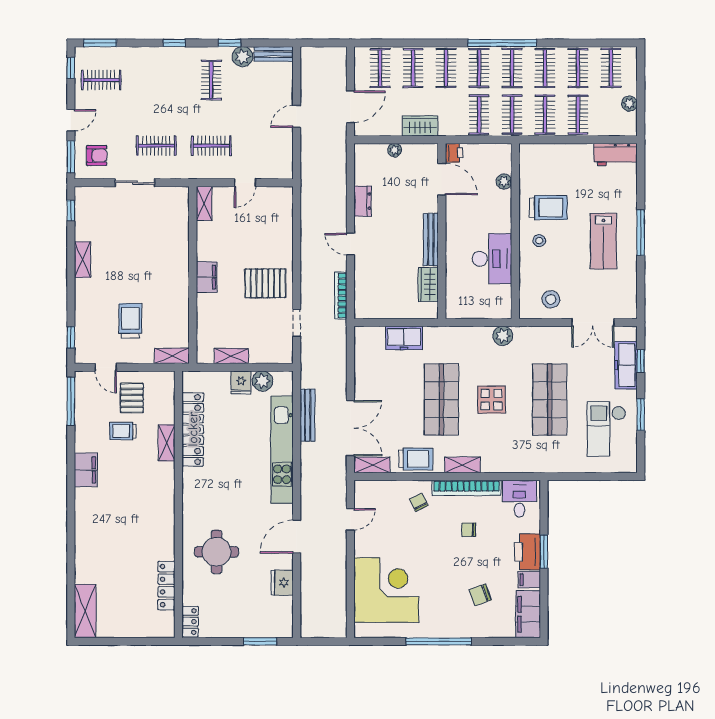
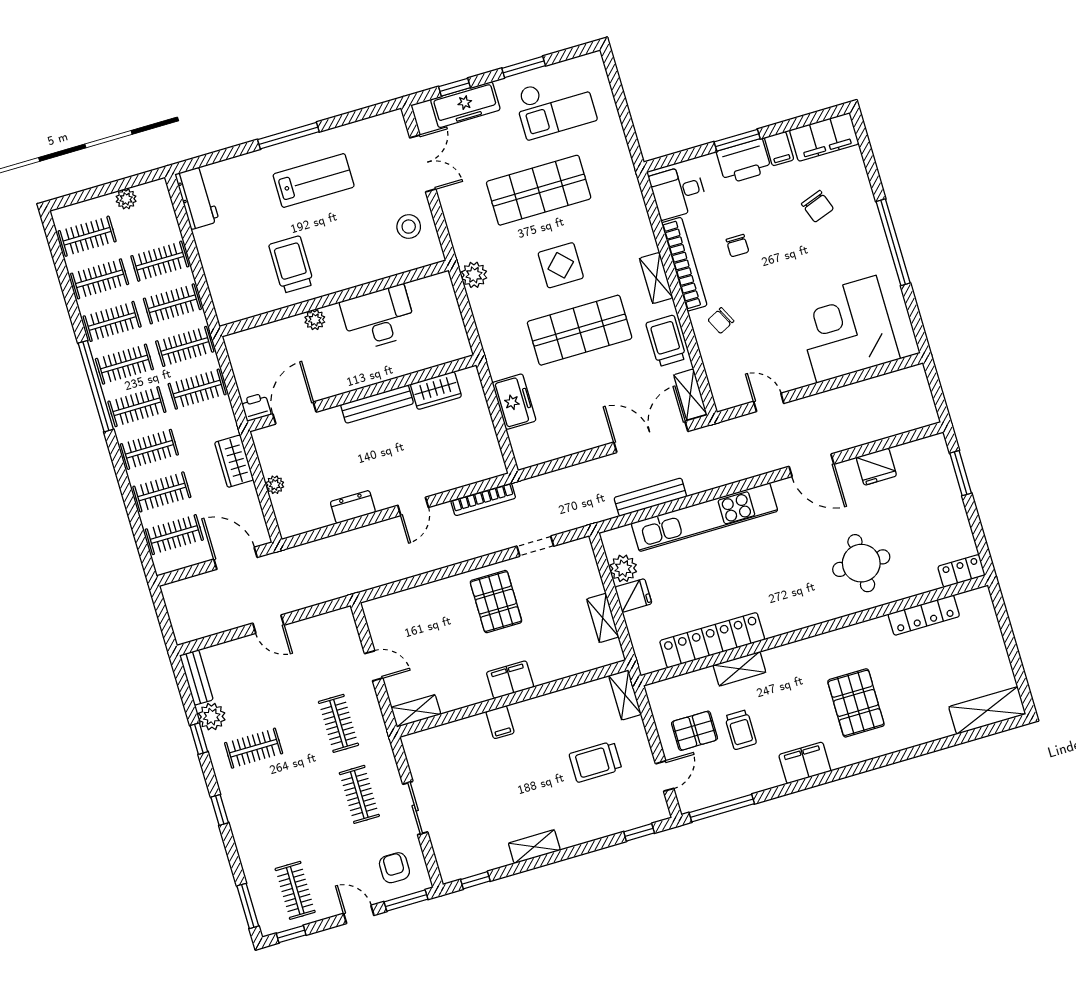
plant: (504, 182) -> (315, 320), moved
stool: (539, 241) -> (337, 264), removed
filing cabinet: (178, 261) -> (500, 722), added
pallet: (118, 519) -> (856, 703), added

